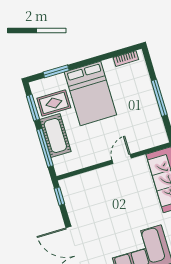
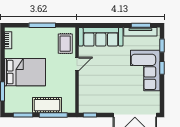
rug: (54, 103) -> (65, 44), moved
door: (122, 159) -> (77, 64), swing flipped

